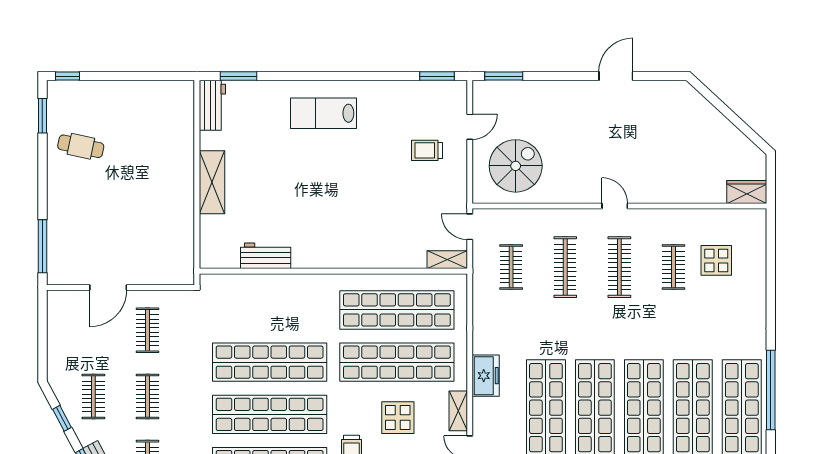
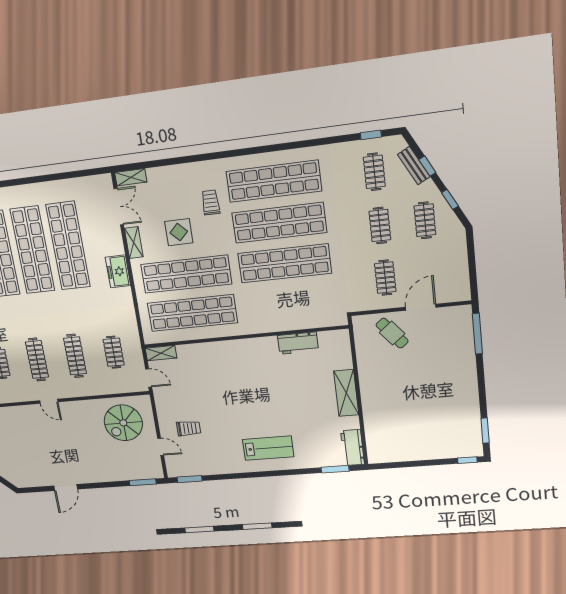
door: (470, 127) -> (161, 447), swing flipped
cafe table: (81, 146) -> (392, 333), moved, turned 39

